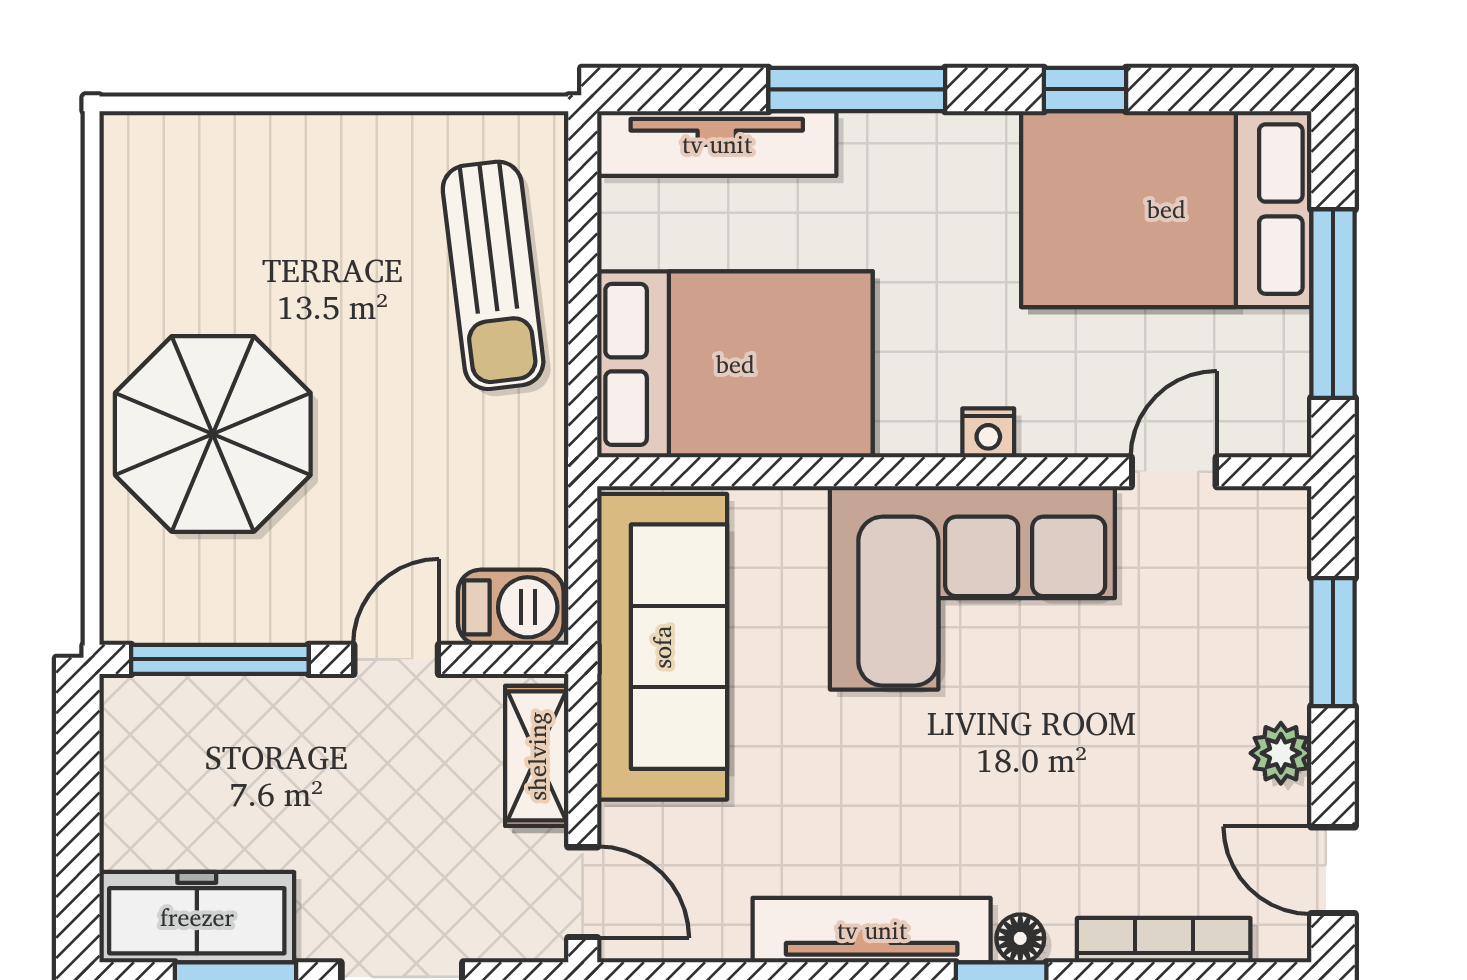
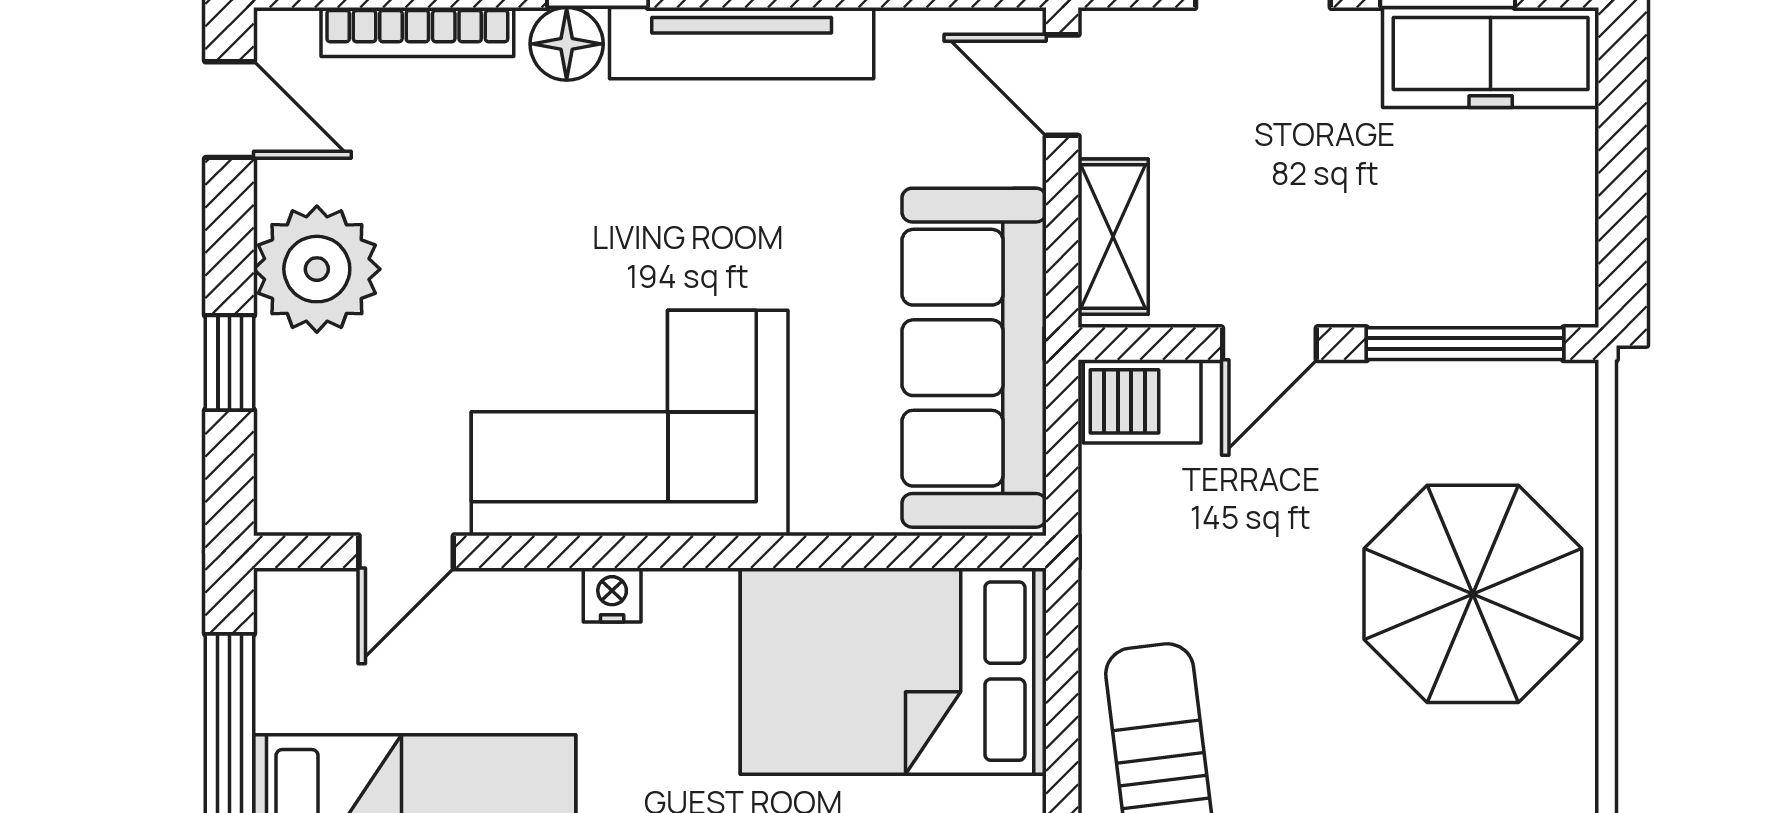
window: (1333, 642) -> (230, 363), width x0.67
plant: (1281, 753) -> (317, 269), width x1.87, depth x1.87
floor lamp: (1020, 938) -> (567, 44), width x1.37, depth x1.37

